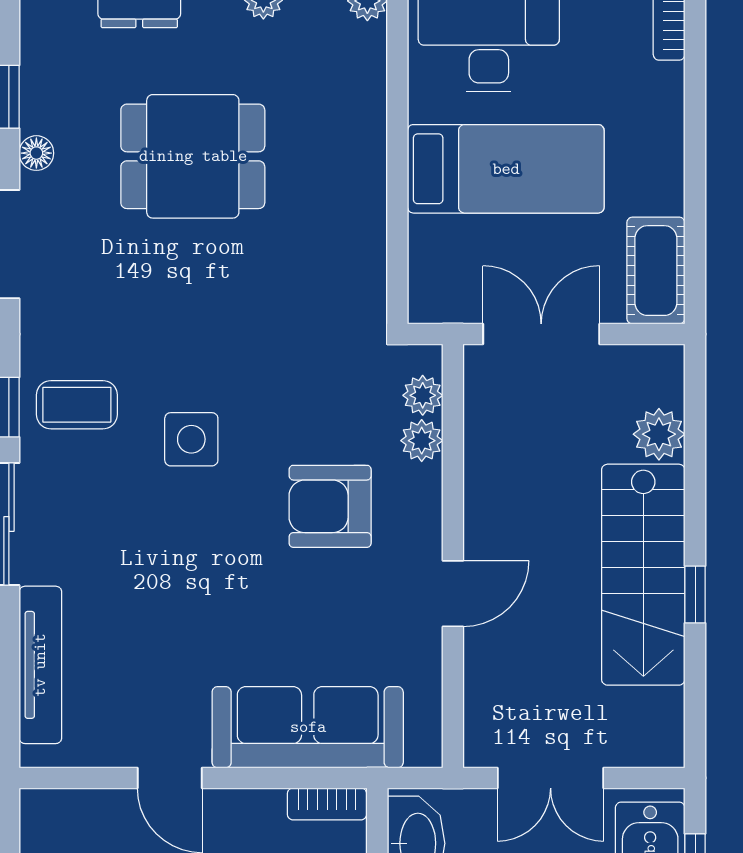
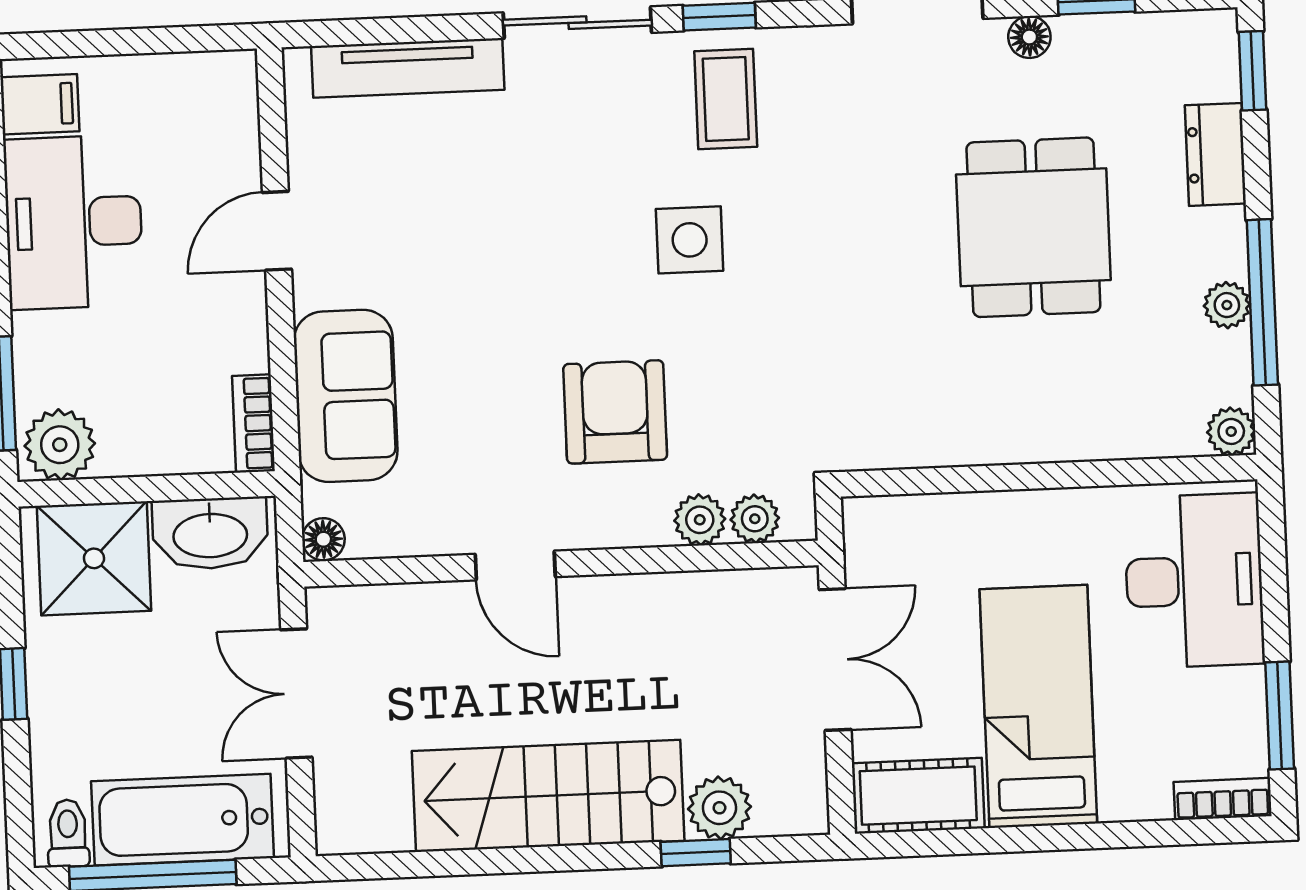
bed: (506, 169) -> (1038, 706), moved, turned 180
window: (695, 594) -> (696, 853), moved
sofa: (308, 727) -> (346, 396), width x0.73
floor lamp: (425, 750) -> (323, 539), added

